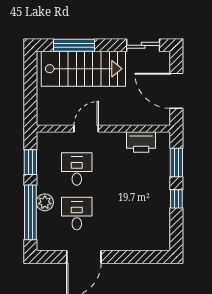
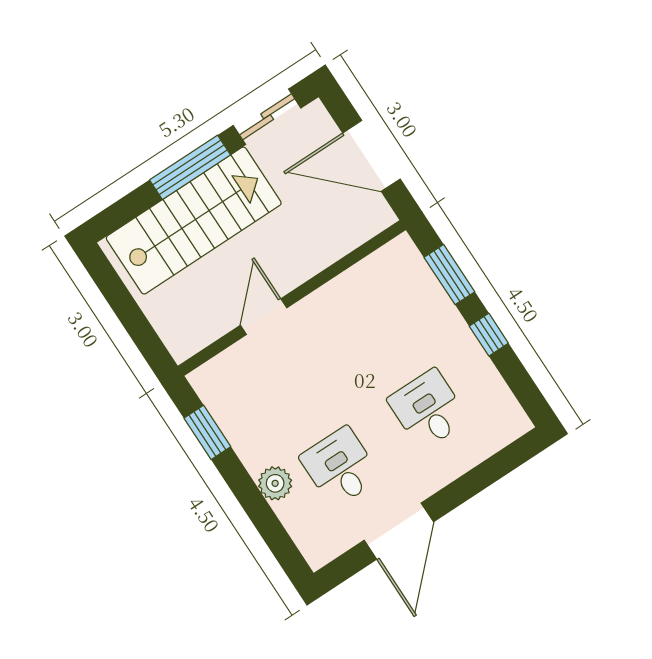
window: (74, 45) -> (190, 167), moved
printer: (141, 142) -> (369, 279), removed
desk: (77, 169) -> (428, 410), moved
window: (30, 212) -> (262, 516), removed

